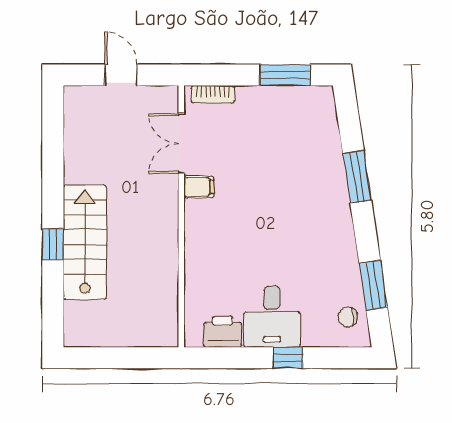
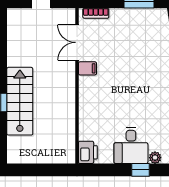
printer: (222, 332) -> (88, 152), moved, turned 90
plant: (313, 337) -> (155, 158), added

